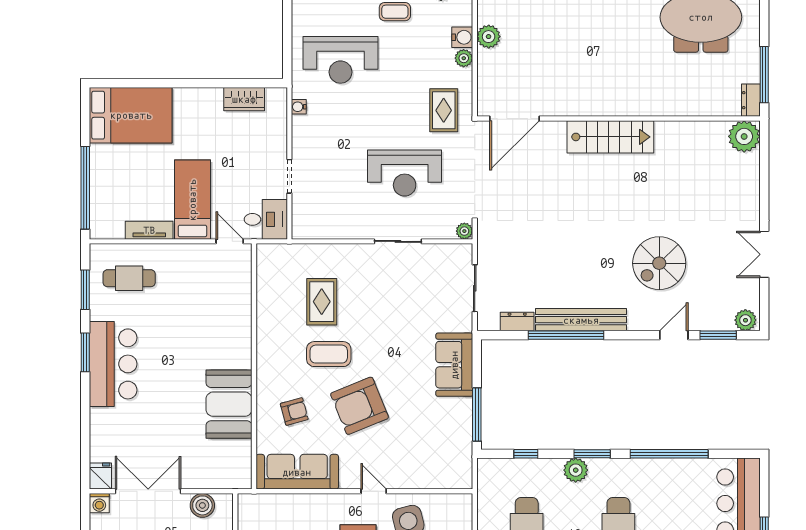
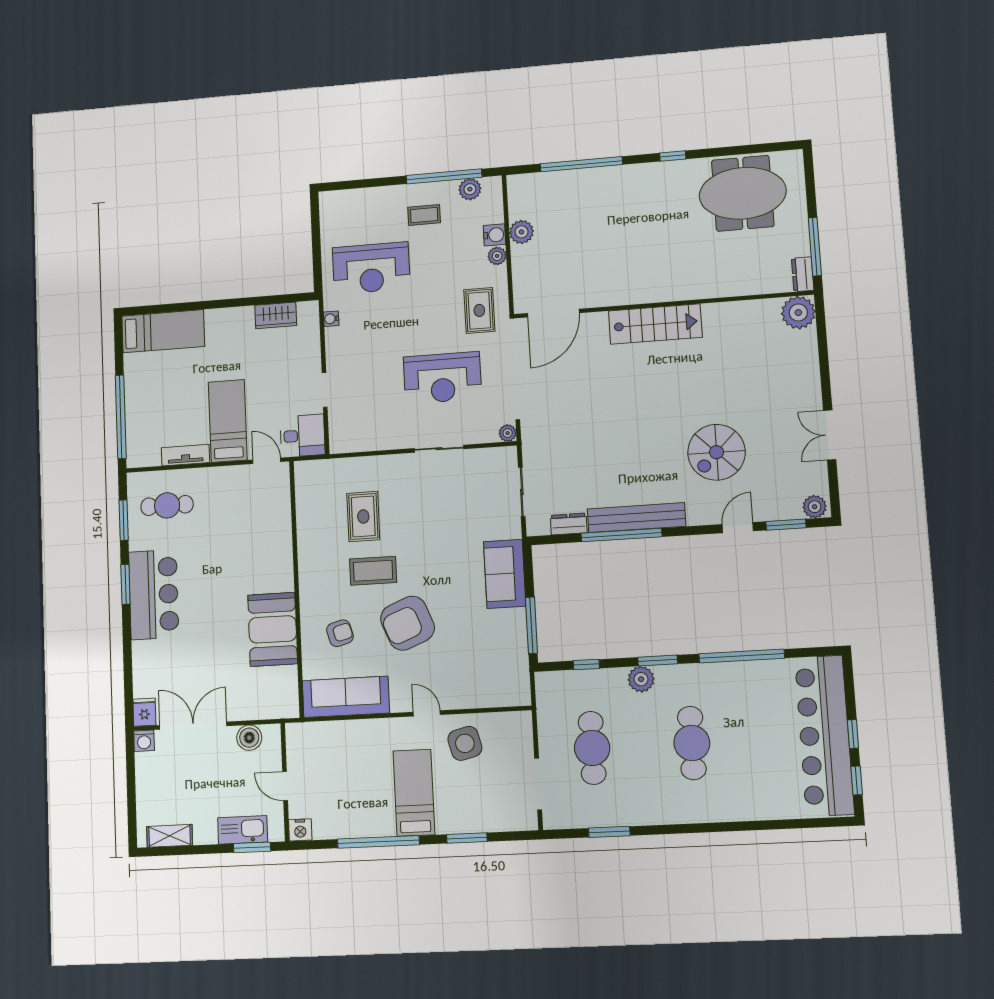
bed: (131, 115) -> (163, 331), width x0.67

